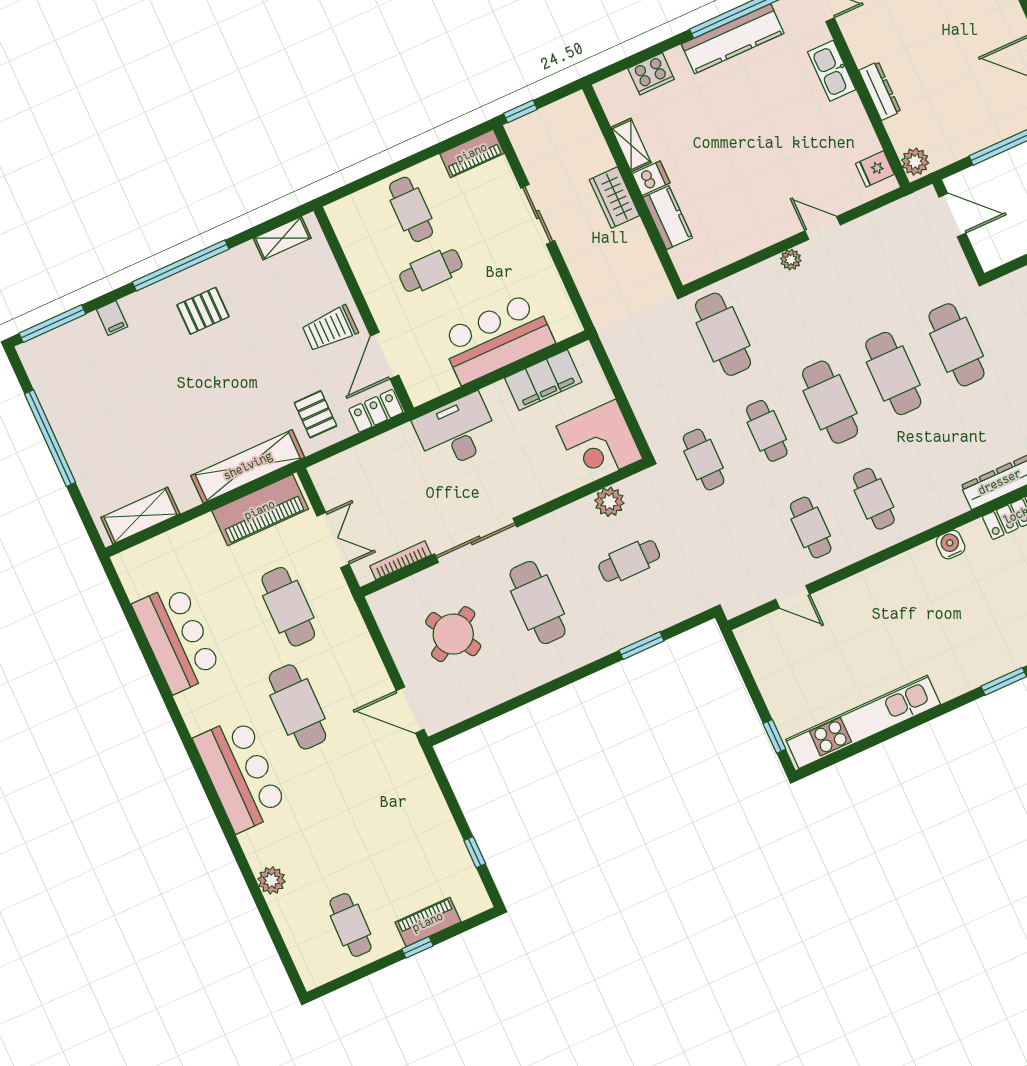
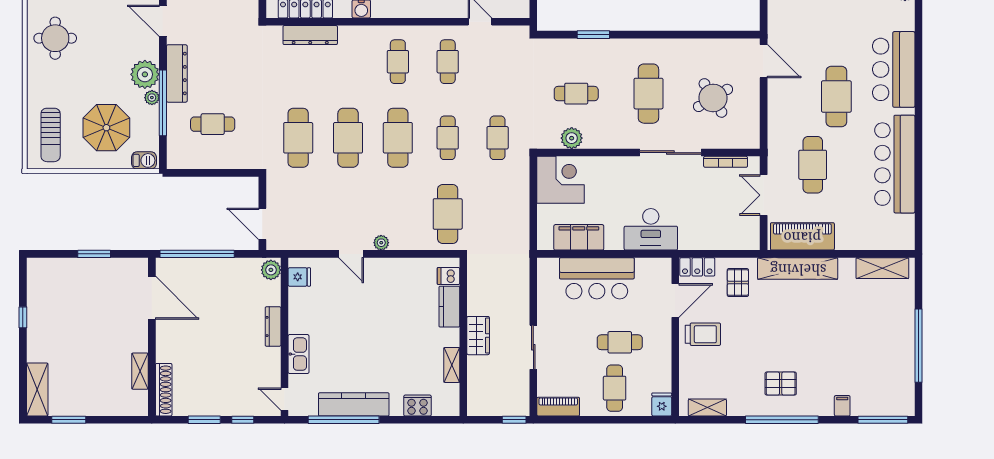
dishwasher: (651, 178) -> (448, 276), moved
fridge: (342, 216) -> (662, 404), added
bar counter: (177, 638) -> (895, 164), width x1.36

